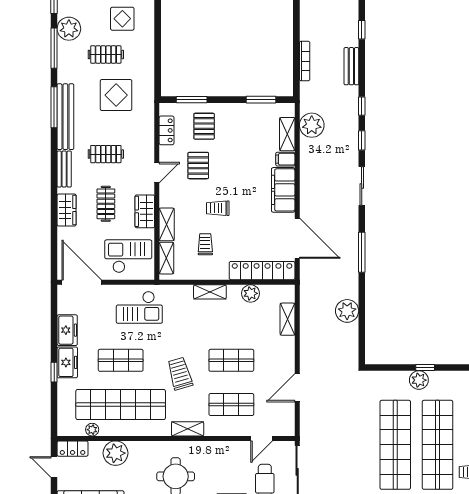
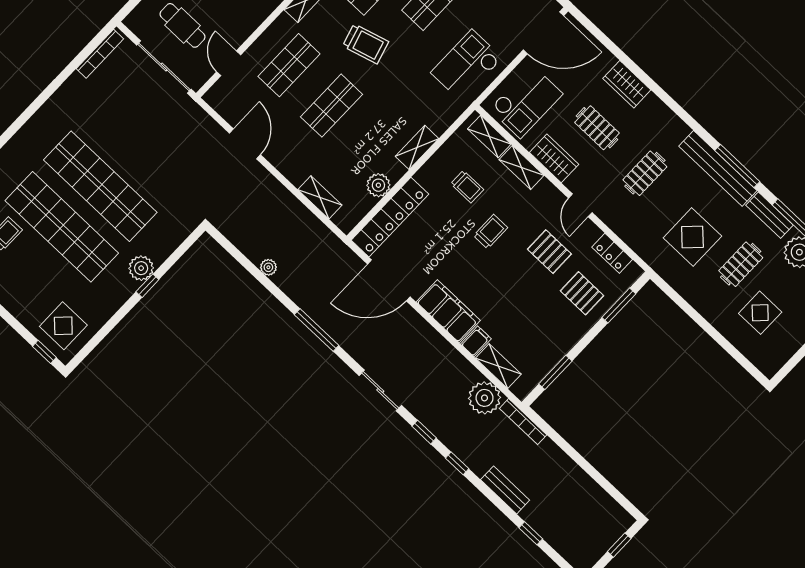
bookcase: (305, 61) -> (523, 422), moved
bench: (64, 169) -> (769, 215), moved
plant: (347, 311) -> (268, 267), width x0.53, depth x0.53

